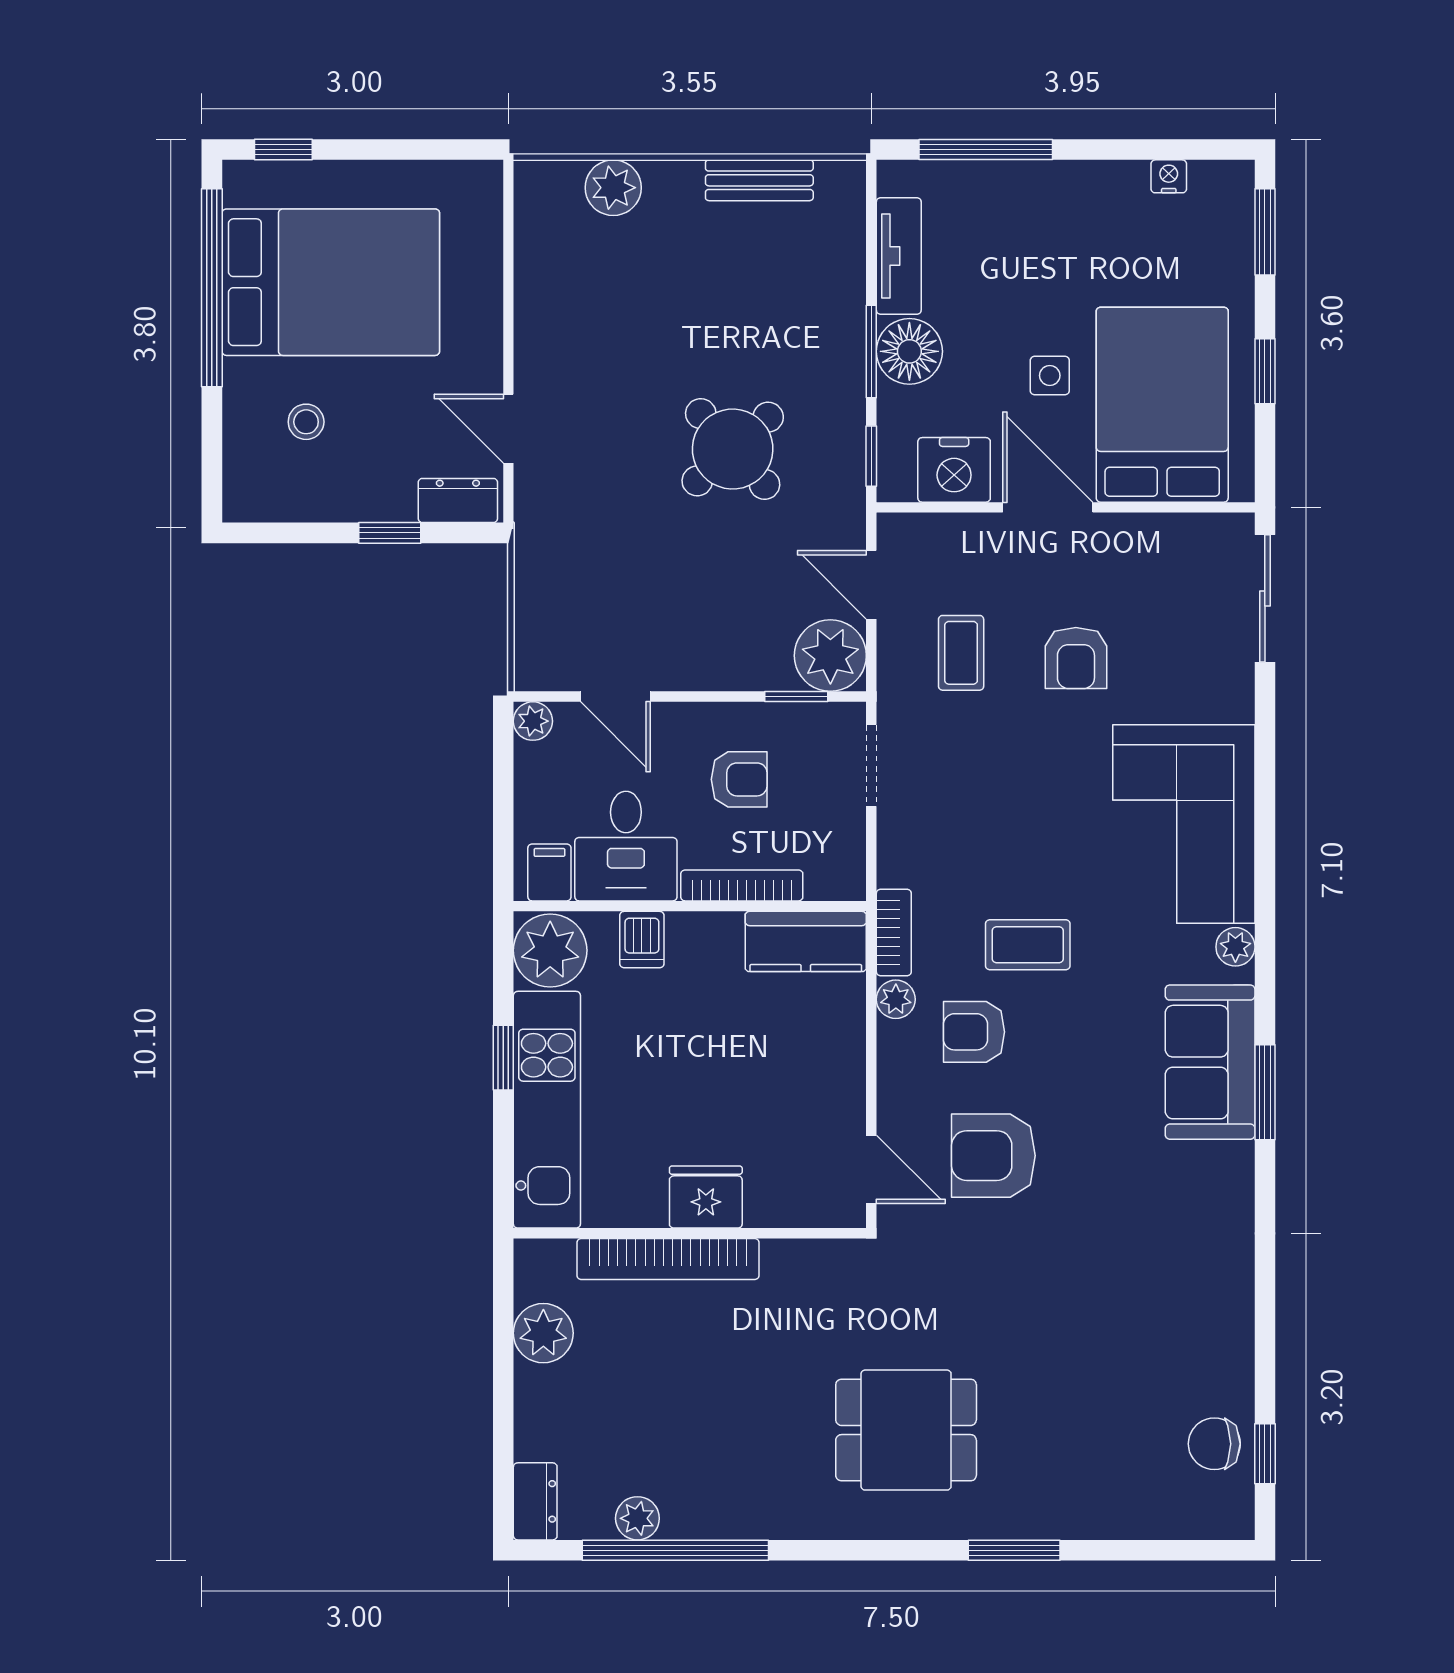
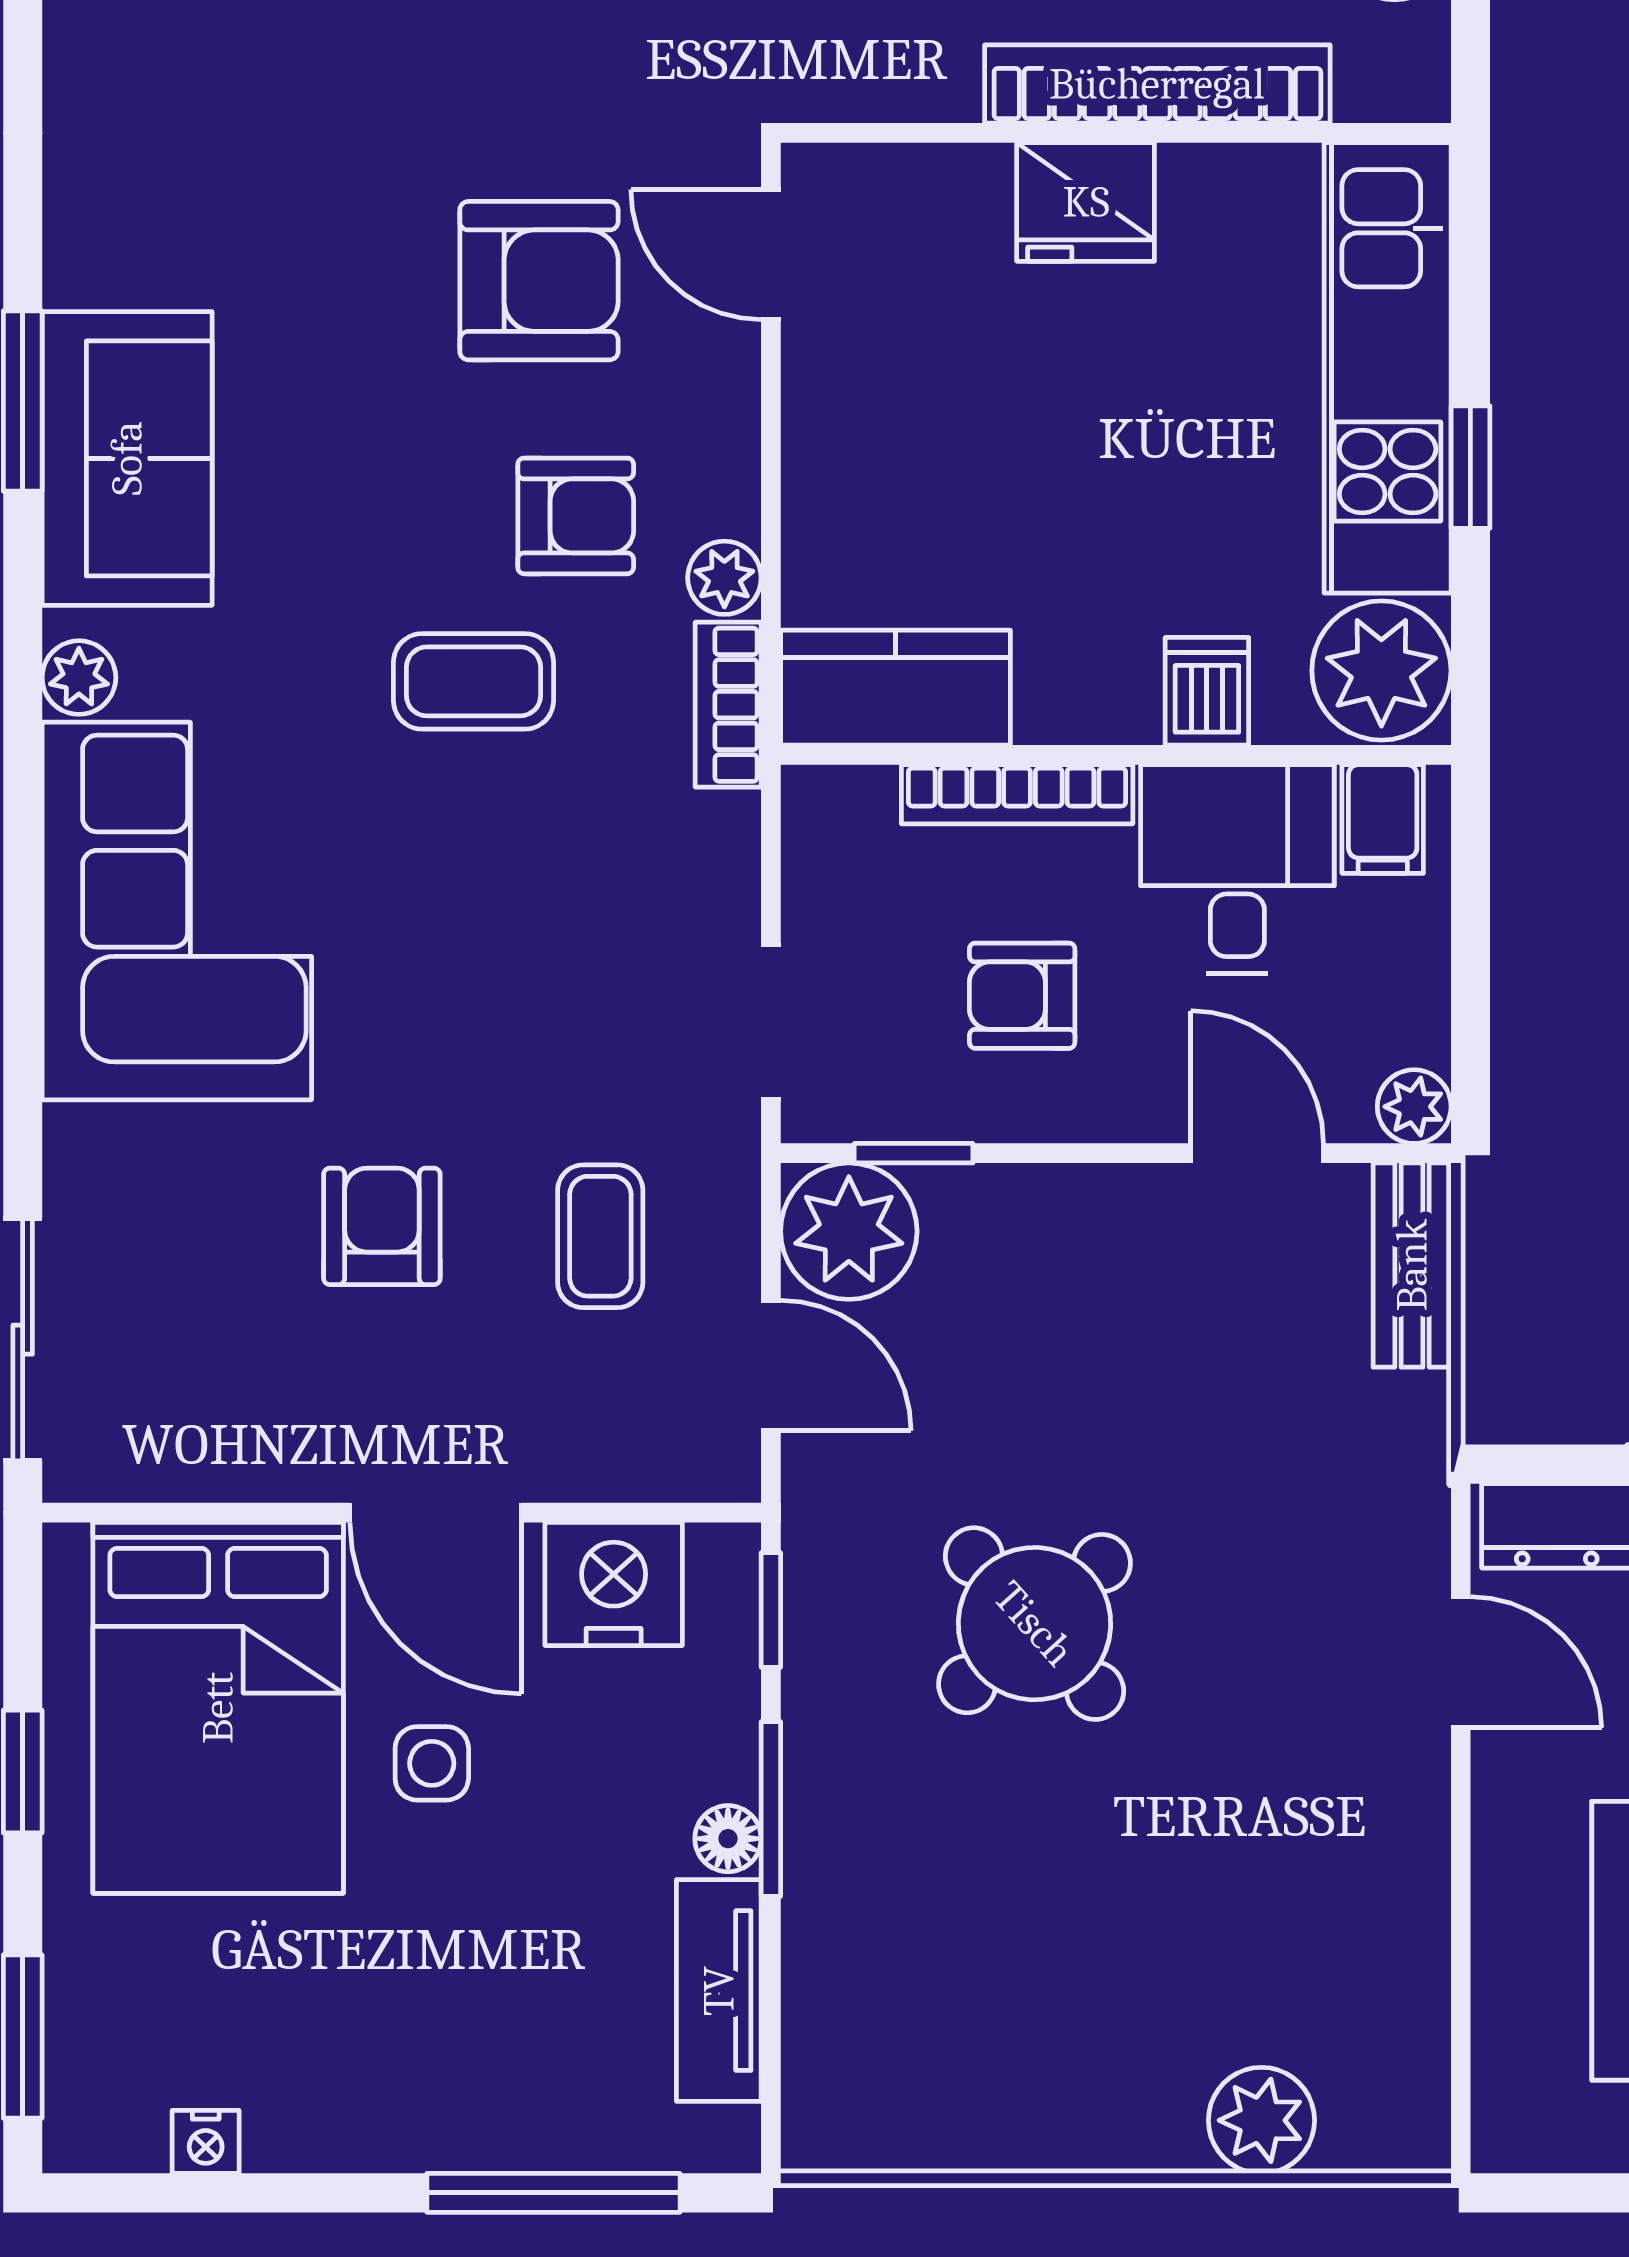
bench: (759, 180) -> (1412, 1265), moved, turned 90
floor lamp: (909, 351) -> (728, 1839), width x0.53, depth x0.53

